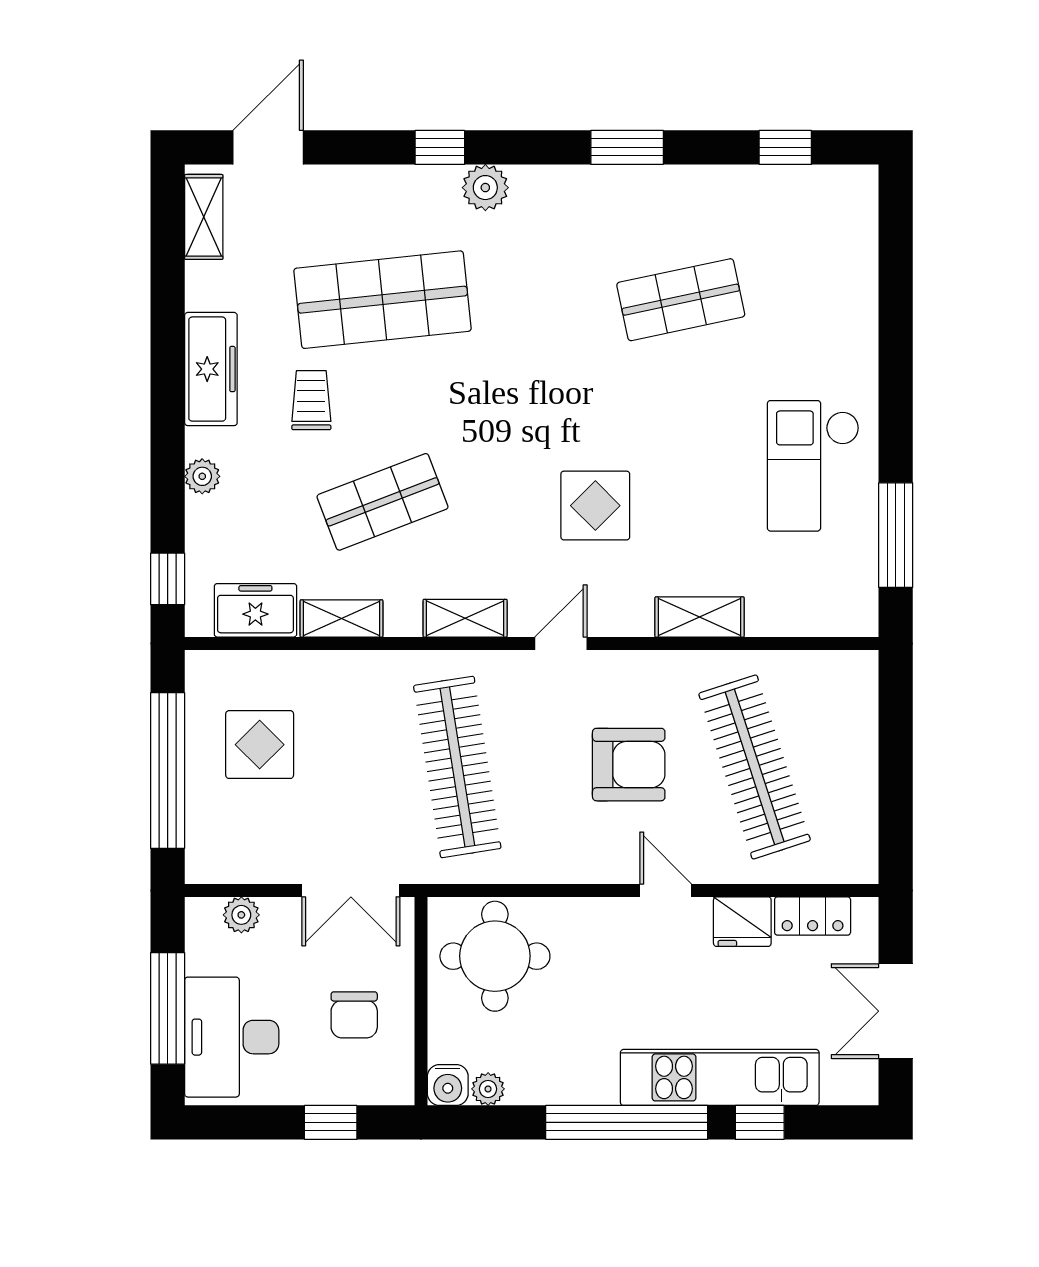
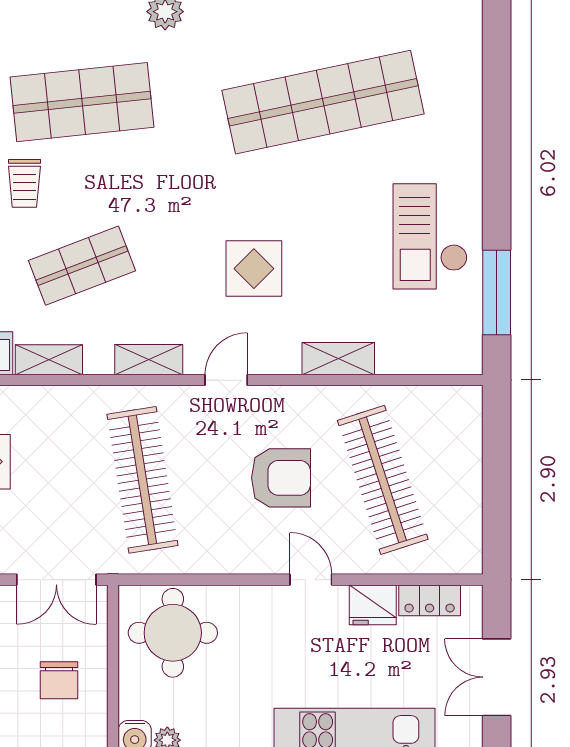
shop shelf: (681, 300) -> (323, 102), width x2.00, depth x1.36
trolley: (311, 400) -> (24, 183), turned 180

